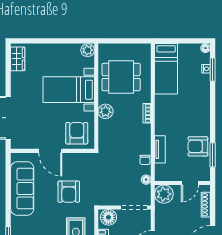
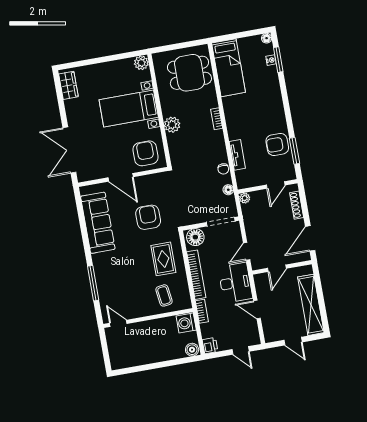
dining table: (121, 77) -> (189, 73), moved
armchair: (69, 192) -> (148, 217), turned 180
plant: (164, 194) -> (245, 198), width x0.53, depth x0.53

